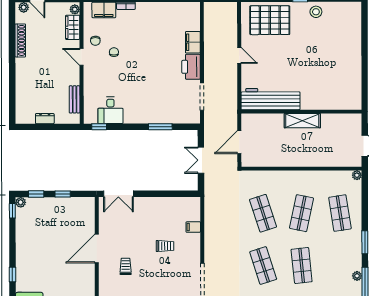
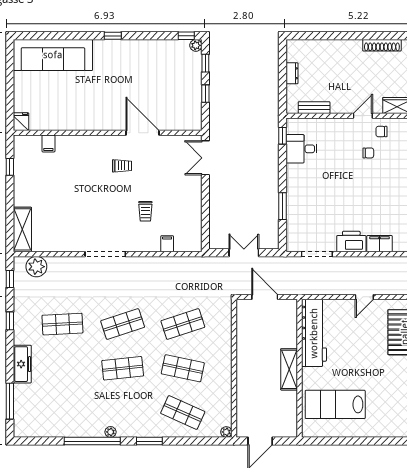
lab bench: (333, 81) -> (335, 404), added
shop shelf: (340, 213) -> (183, 413), turned 33

